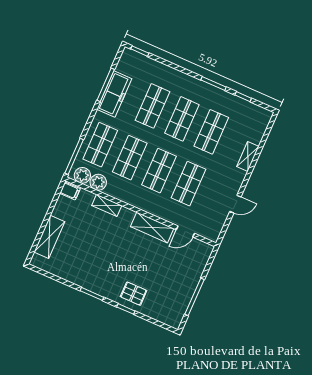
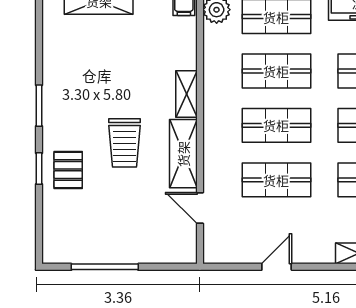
plant: (98, 182) -> (217, 39), removed
door: (235, 204) -> (277, 267), swing flipped
shelving: (107, 205) -> (187, 94), moved
trolley: (132, 257) -> (124, 143), added

